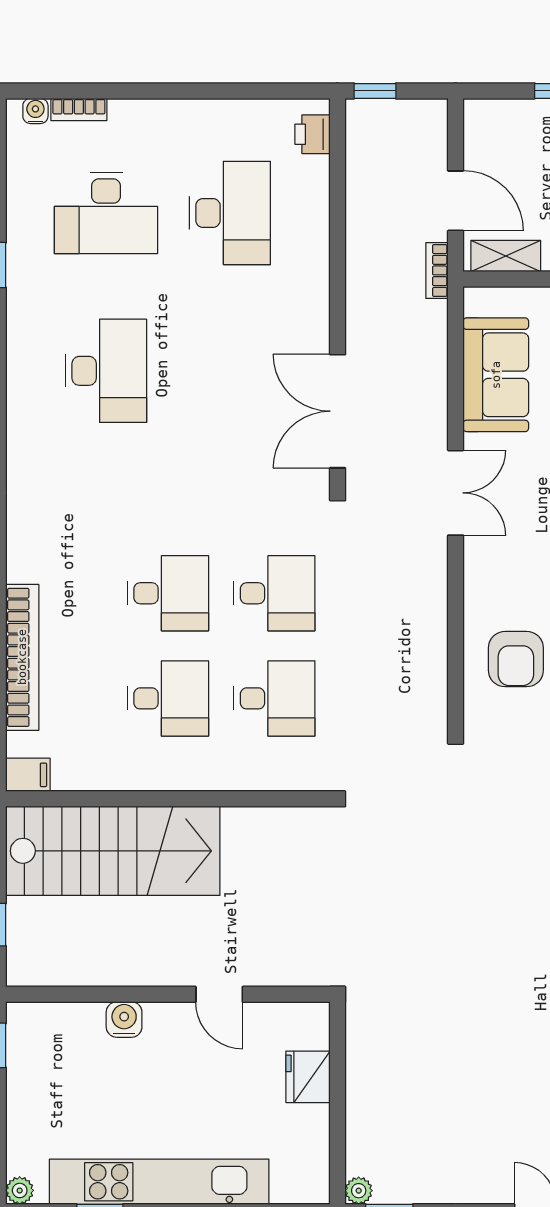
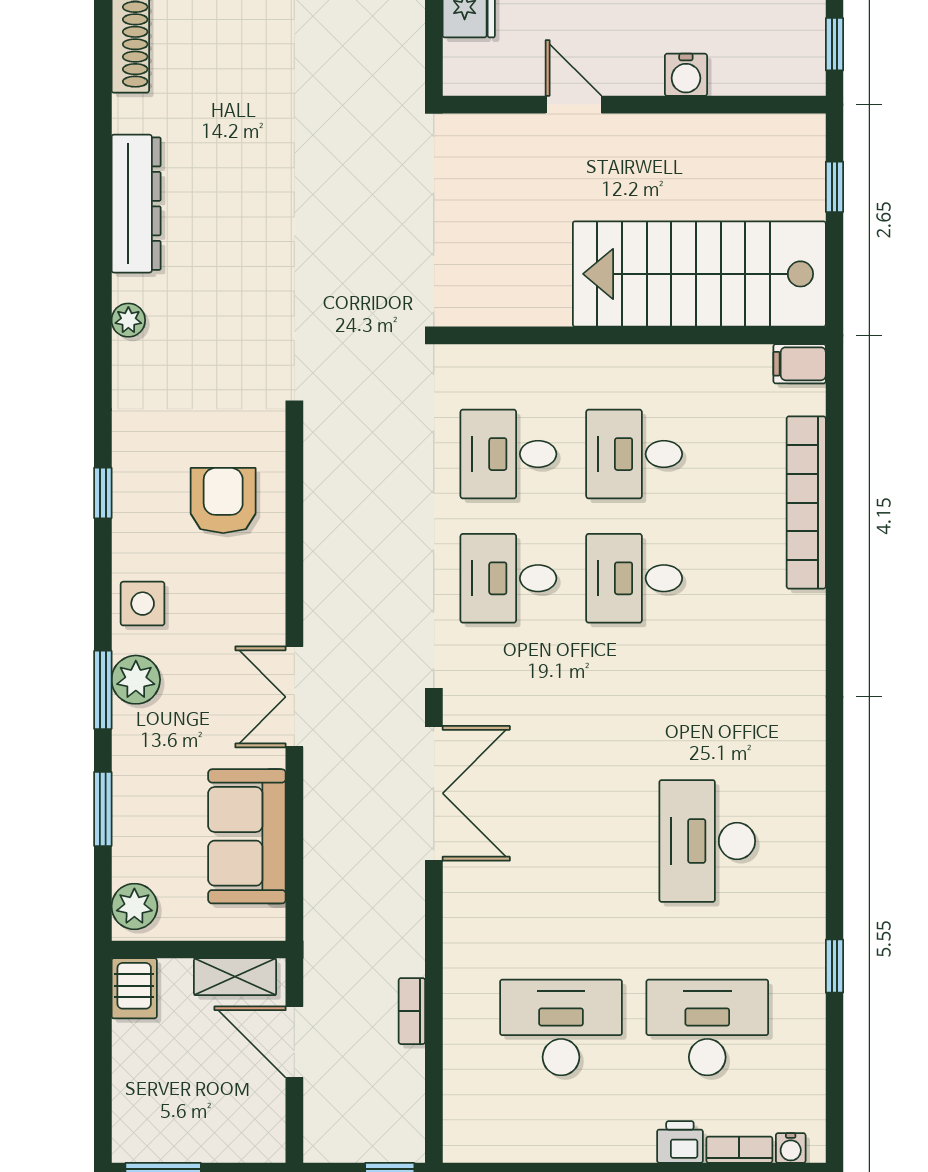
printer: (313, 134) -> (680, 1142), moved, turned -90
desk: (230, 213) -> (561, 1027), turned 90
bookcase: (437, 270) -> (412, 1011), moved, turned 180

